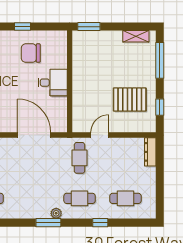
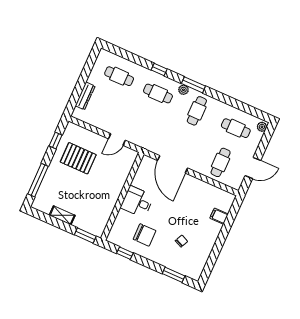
window: (22, 27) -> (125, 253), moved
shelving: (136, 36) -> (62, 215), moved
dresser: (150, 152) -> (85, 96), moved
cafe table: (80, 158) -> (197, 111), moved
window: (100, 223) -> (159, 69), moved

